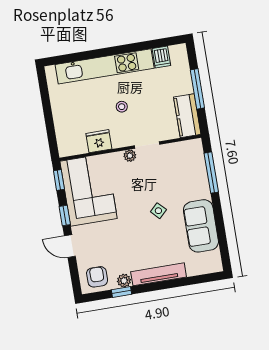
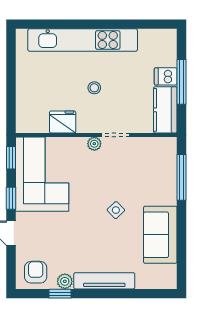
dishwasher: (161, 57) -> (166, 76), moved, turned 90

